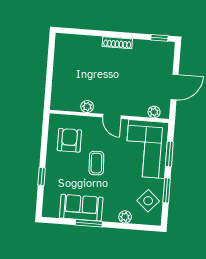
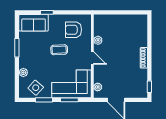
door: (112, 116) -> (92, 58), swing flipped
armchair: (69, 140) -> (74, 30), turned 180
sofa: (81, 208) -> (34, 23), moved, turned 90

